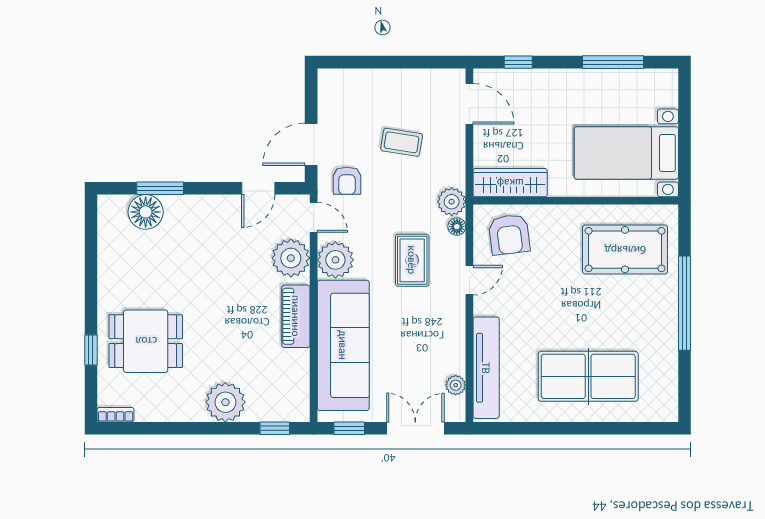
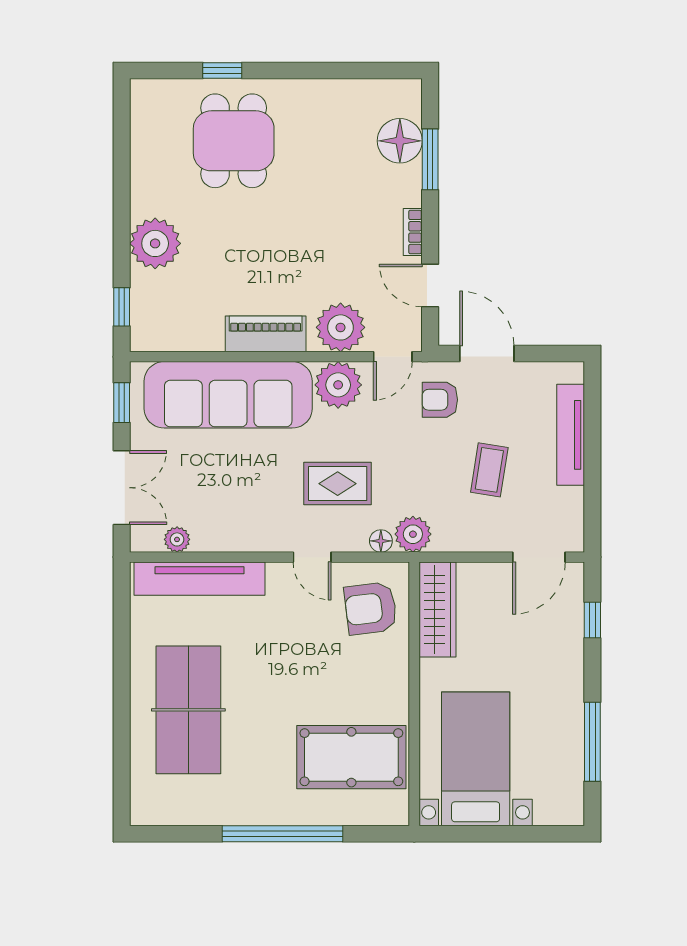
tv unit: (374, 79) -> (571, 435), added
pool table: (625, 250) -> (351, 757), turned 90
bookcase: (116, 415) -> (413, 232), moved, turned 180

